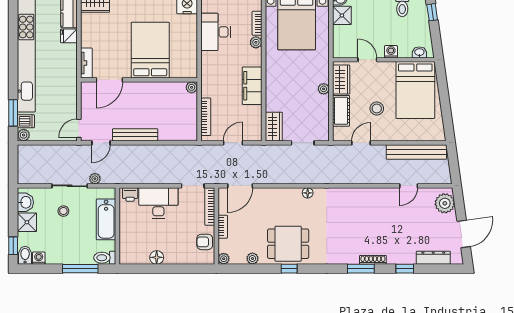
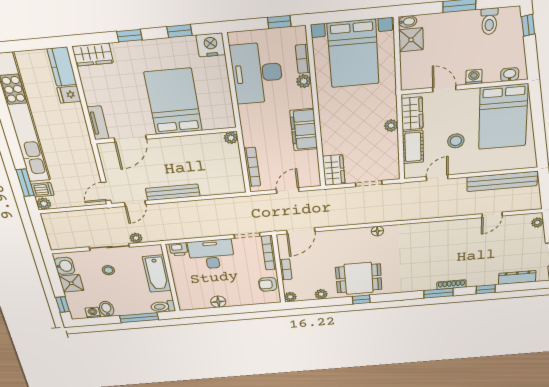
desk: (216, 32) -> (257, 73), width x1.36, depth x1.30
plant: (445, 203) -> (537, 222), width x0.53, depth x0.53
bidet: (25, 255) -> (107, 309), moved

